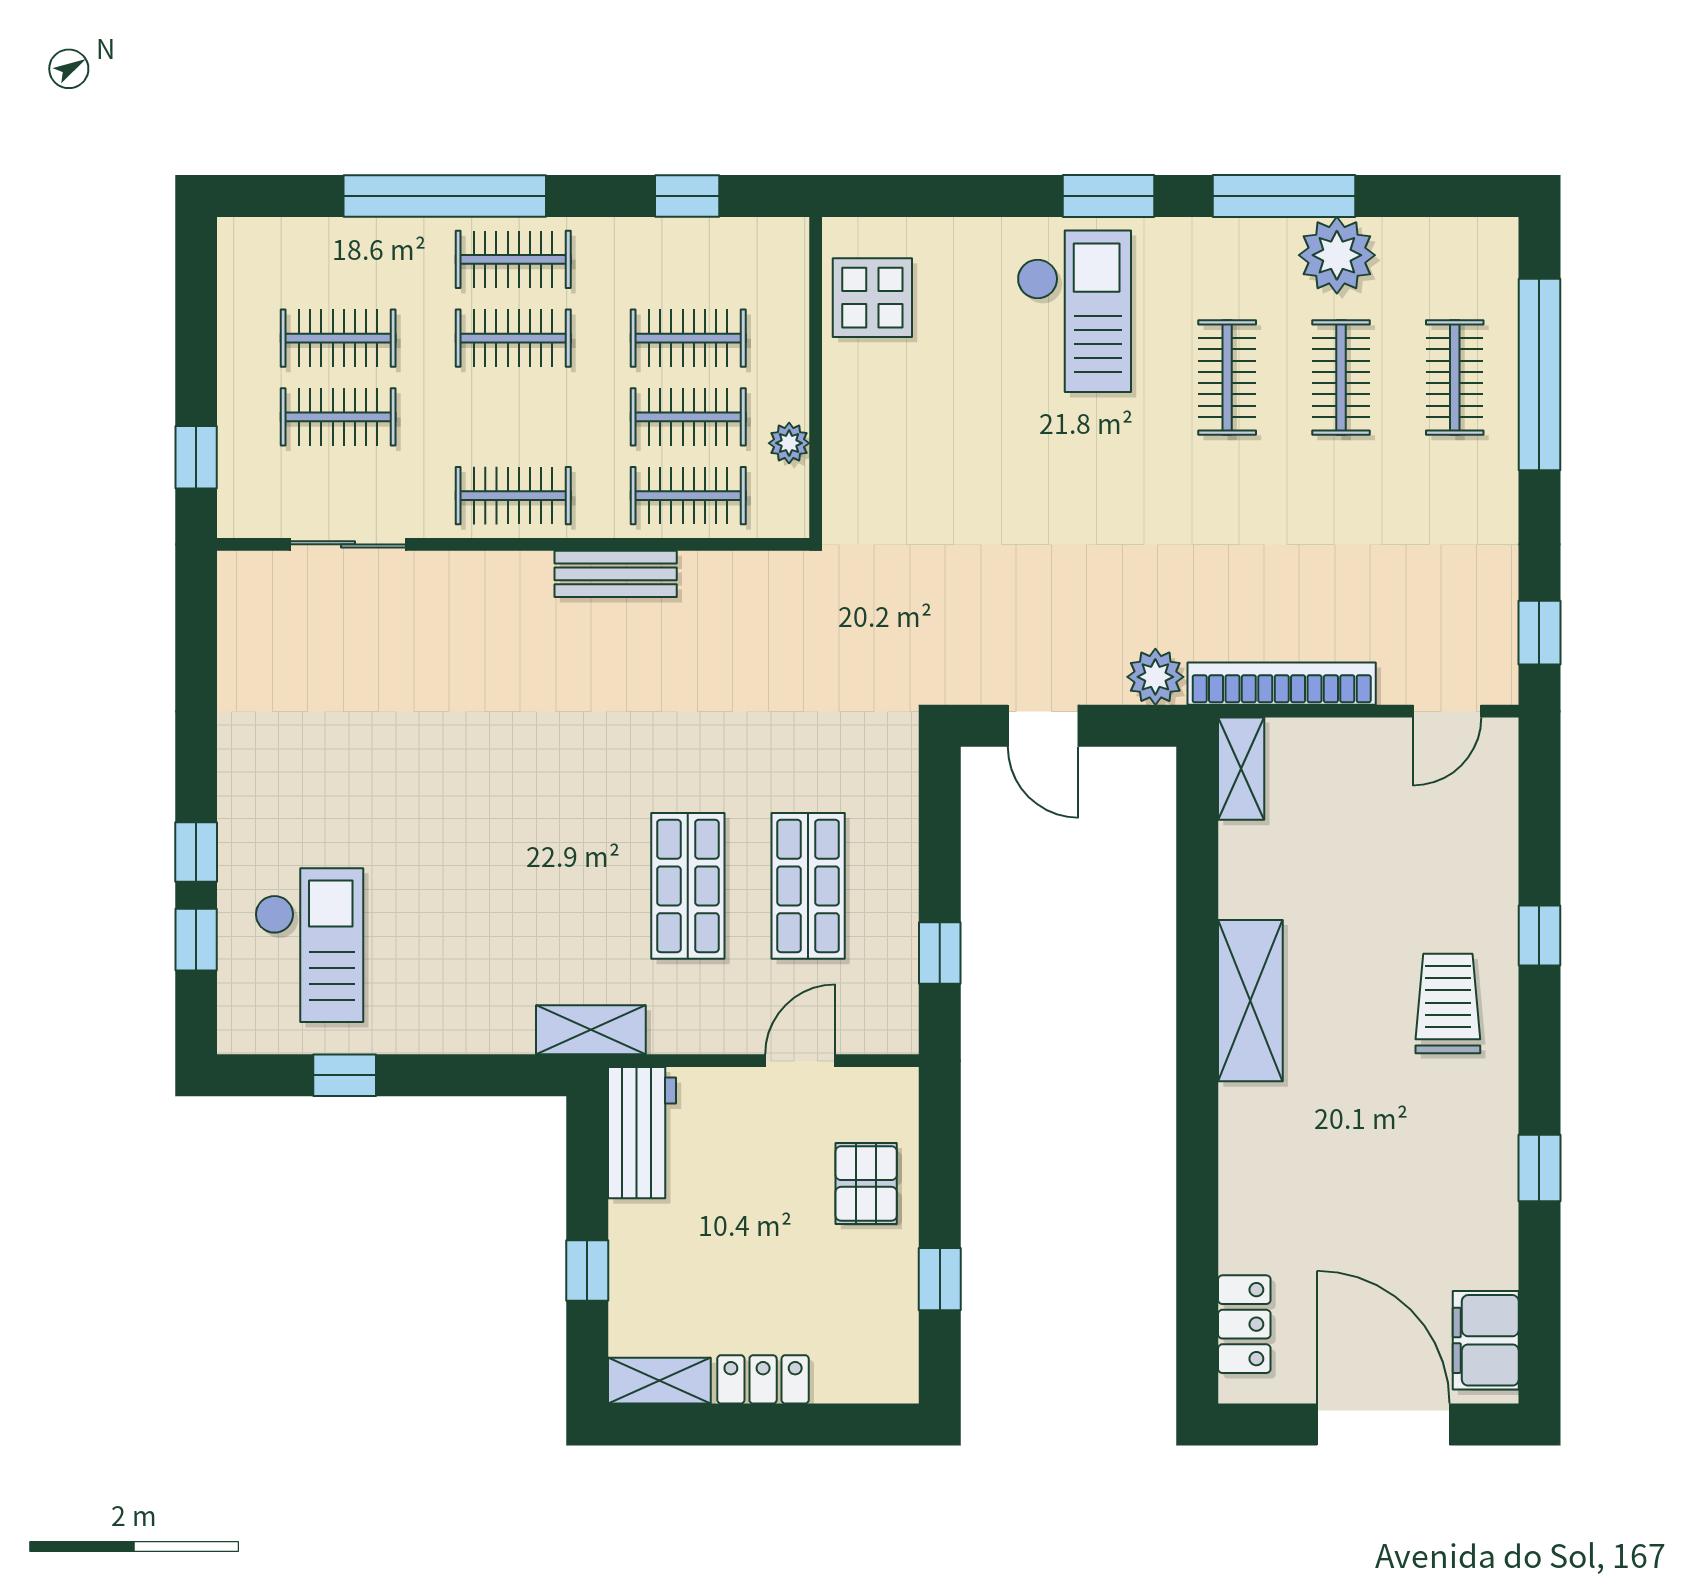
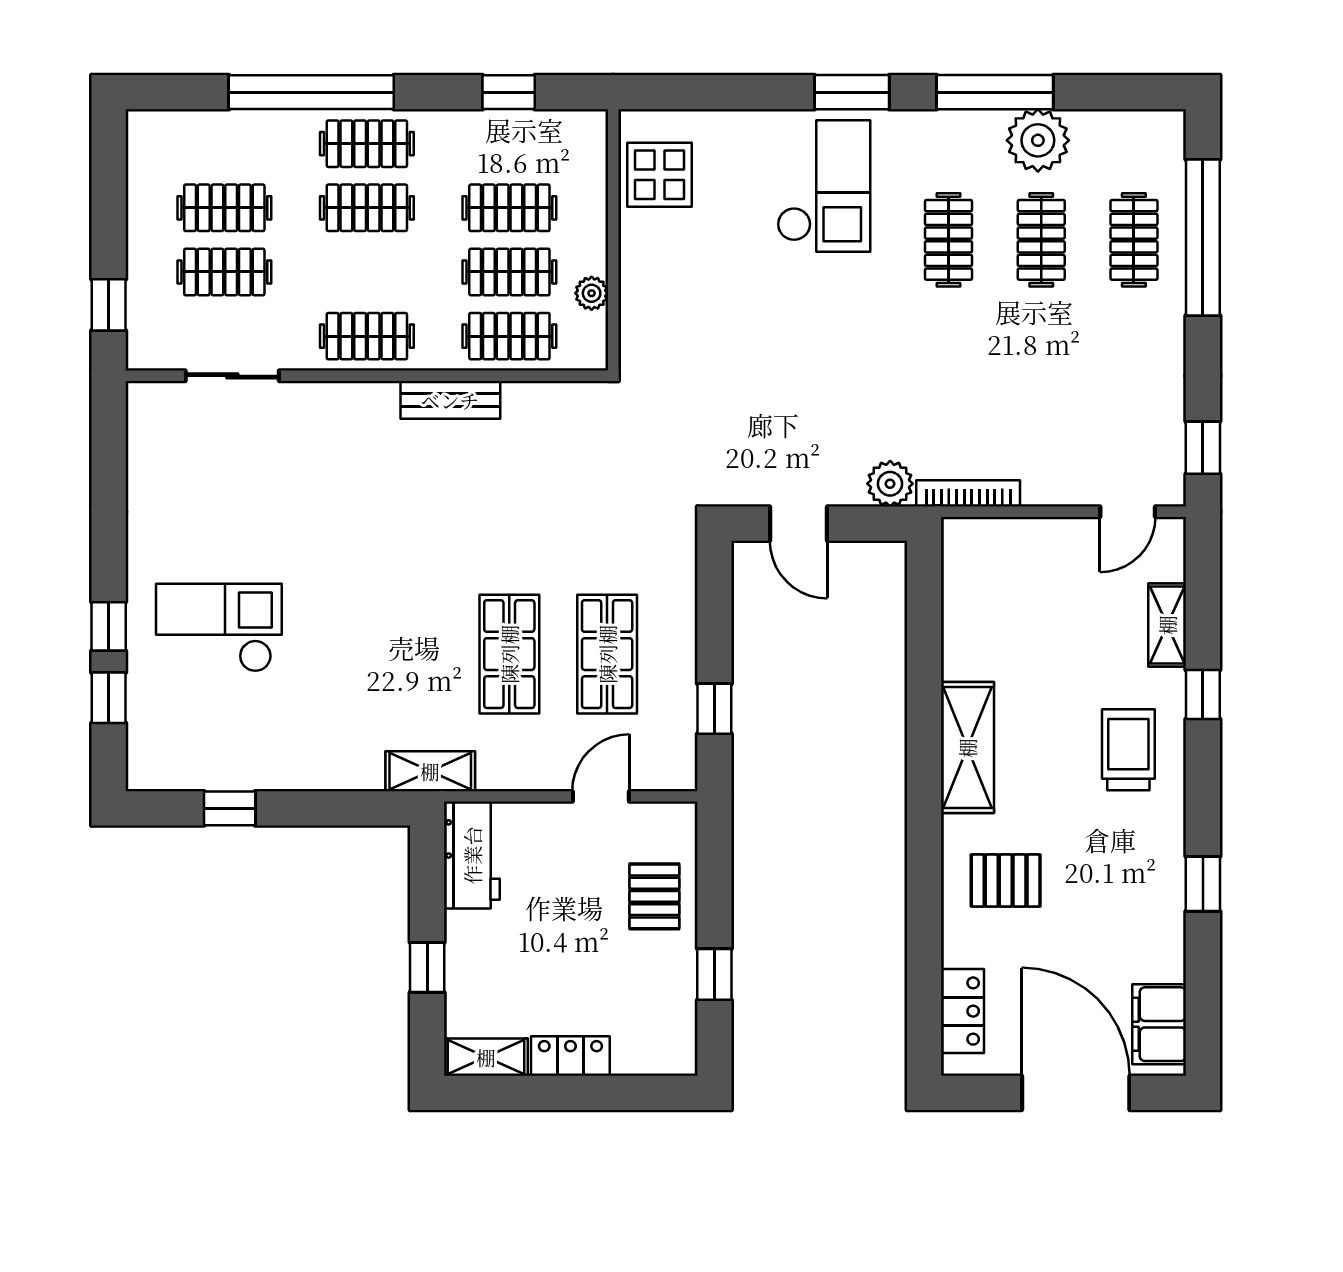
bookcase: (1282, 684) -> (968, 493), width x0.68, depth x0.76
shelving: (1241, 769) -> (1167, 625), moved
checkout: (309, 945) -> (219, 628), moved, turned -90
pallet: (1297, 1164) -> (1006, 881), added

